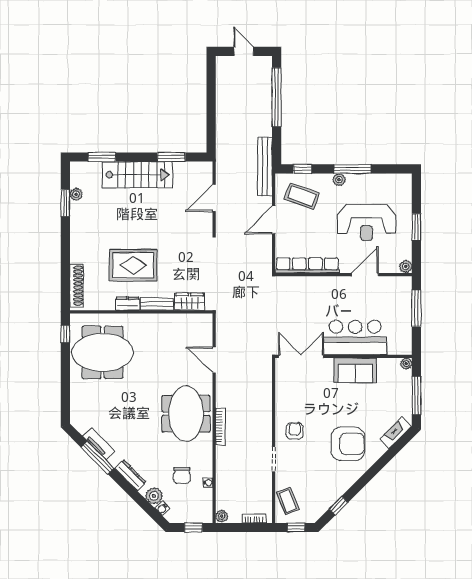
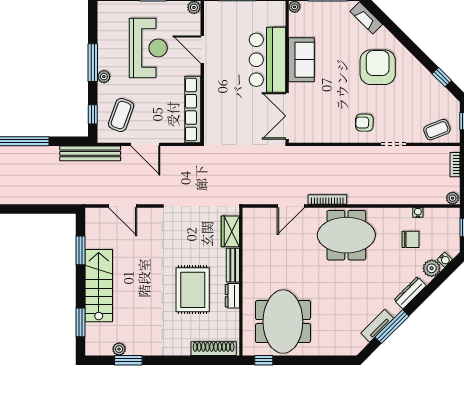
bookcase: (220, 427) -> (327, 200), moved

